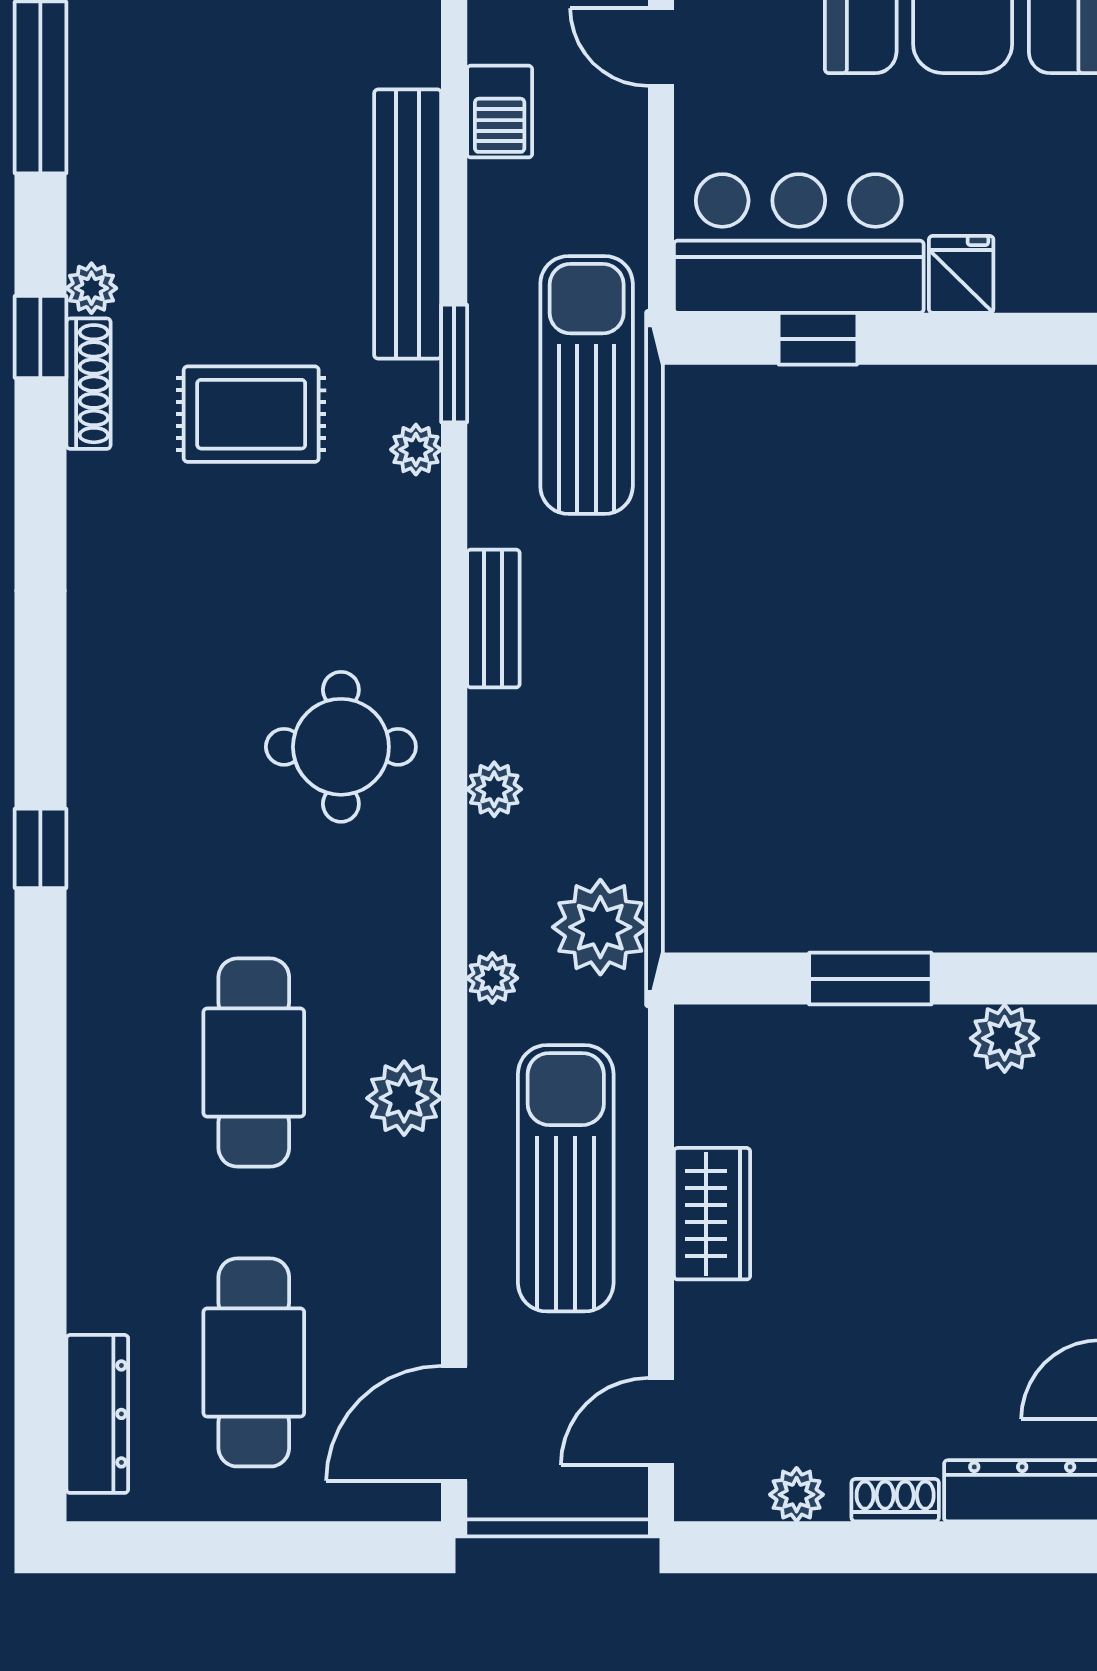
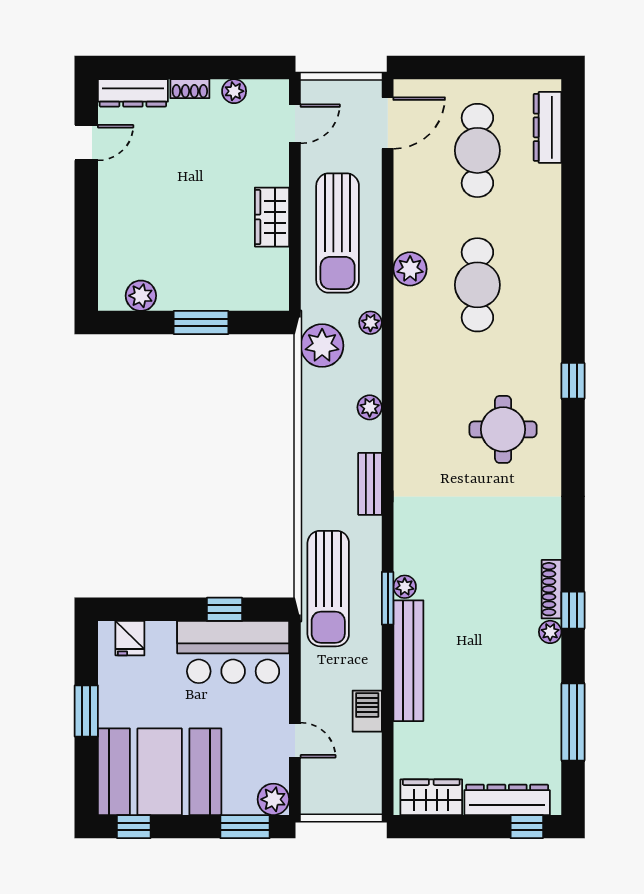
fridge: (961, 274) -> (130, 638), moved
rug: (251, 414) -> (479, 576), removed
plant: (416, 450) -> (405, 587), moved
round table: (341, 747) -> (503, 429), moved

